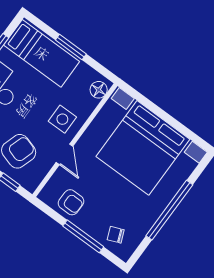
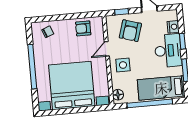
window: (71, 47) -> (150, 103), width x2.11
door: (64, 154) -> (107, 49), hinge flipped
window: (83, 236) -> (63, 17), removed

